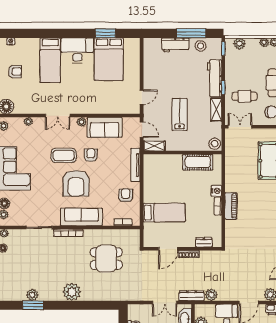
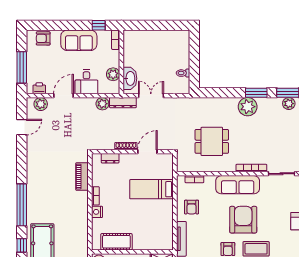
piano: (231, 206) -> (82, 177), moved
window: (63, 305) -> (256, 93), added

